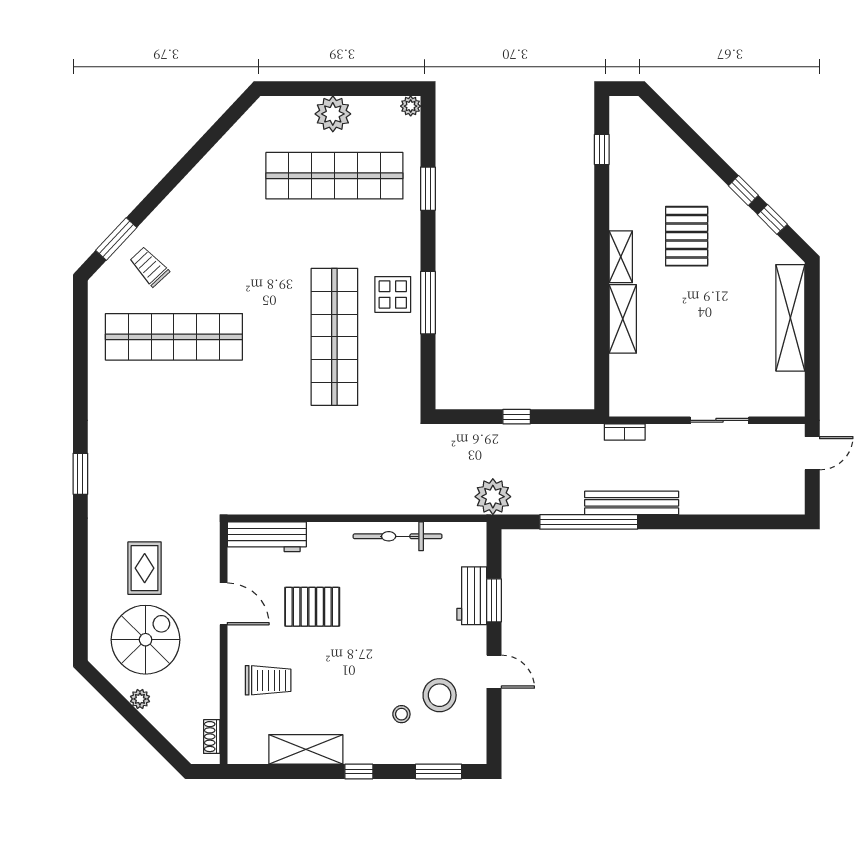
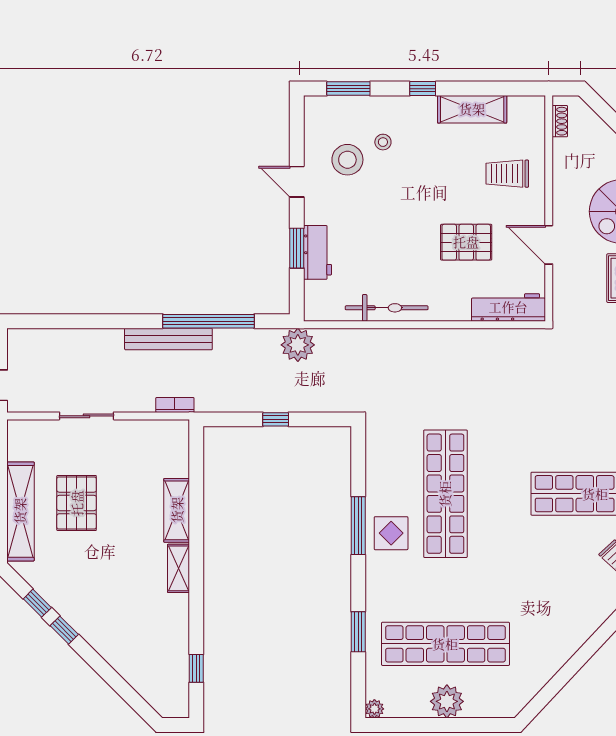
pallet: (687, 236) -> (77, 503), moved

